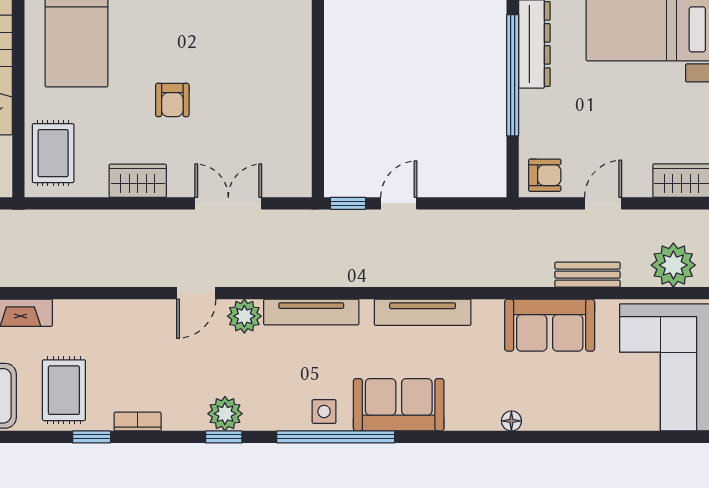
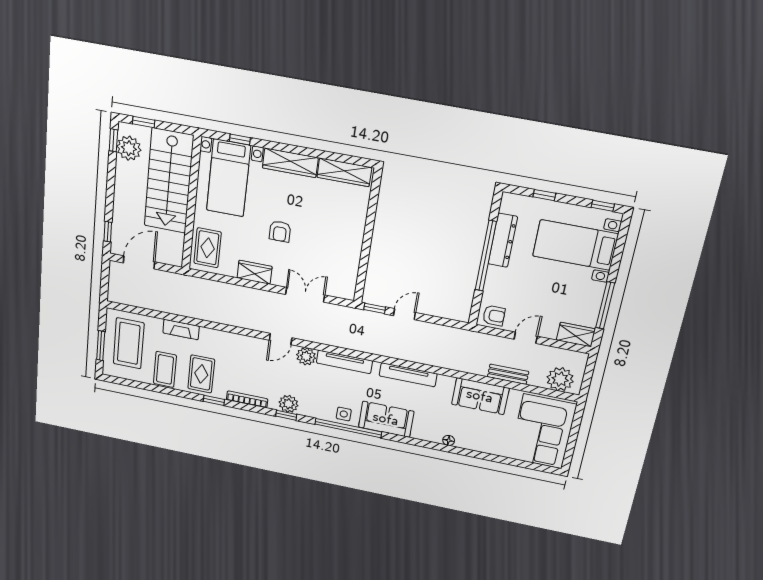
bookcase: (138, 422) -> (247, 399), width x1.56

